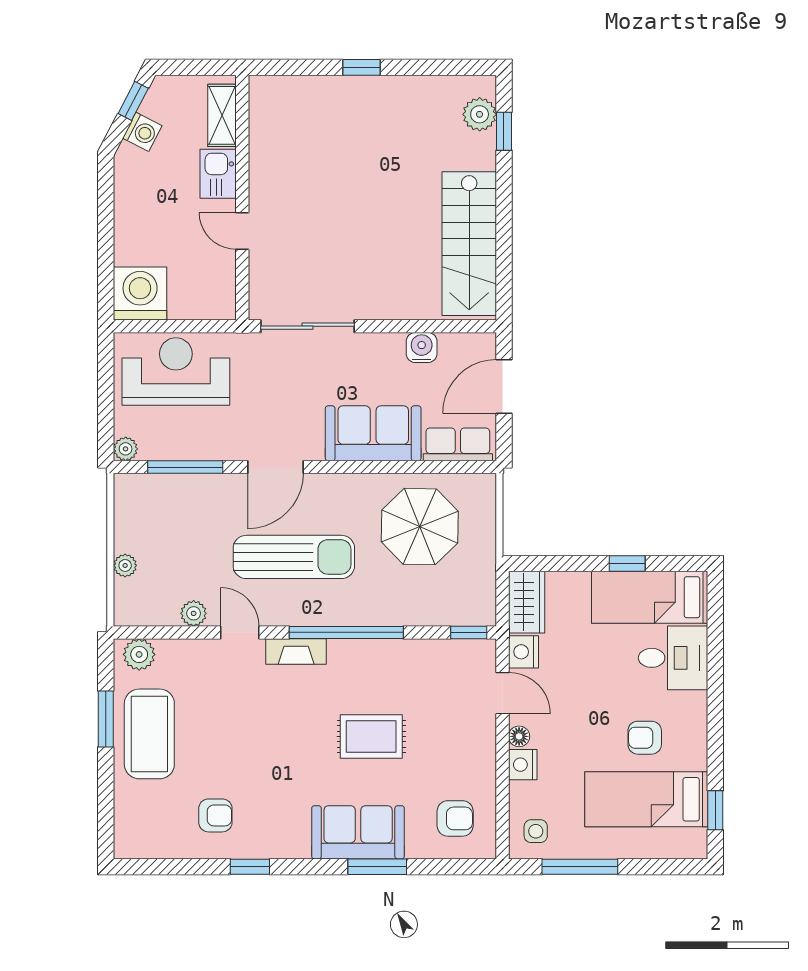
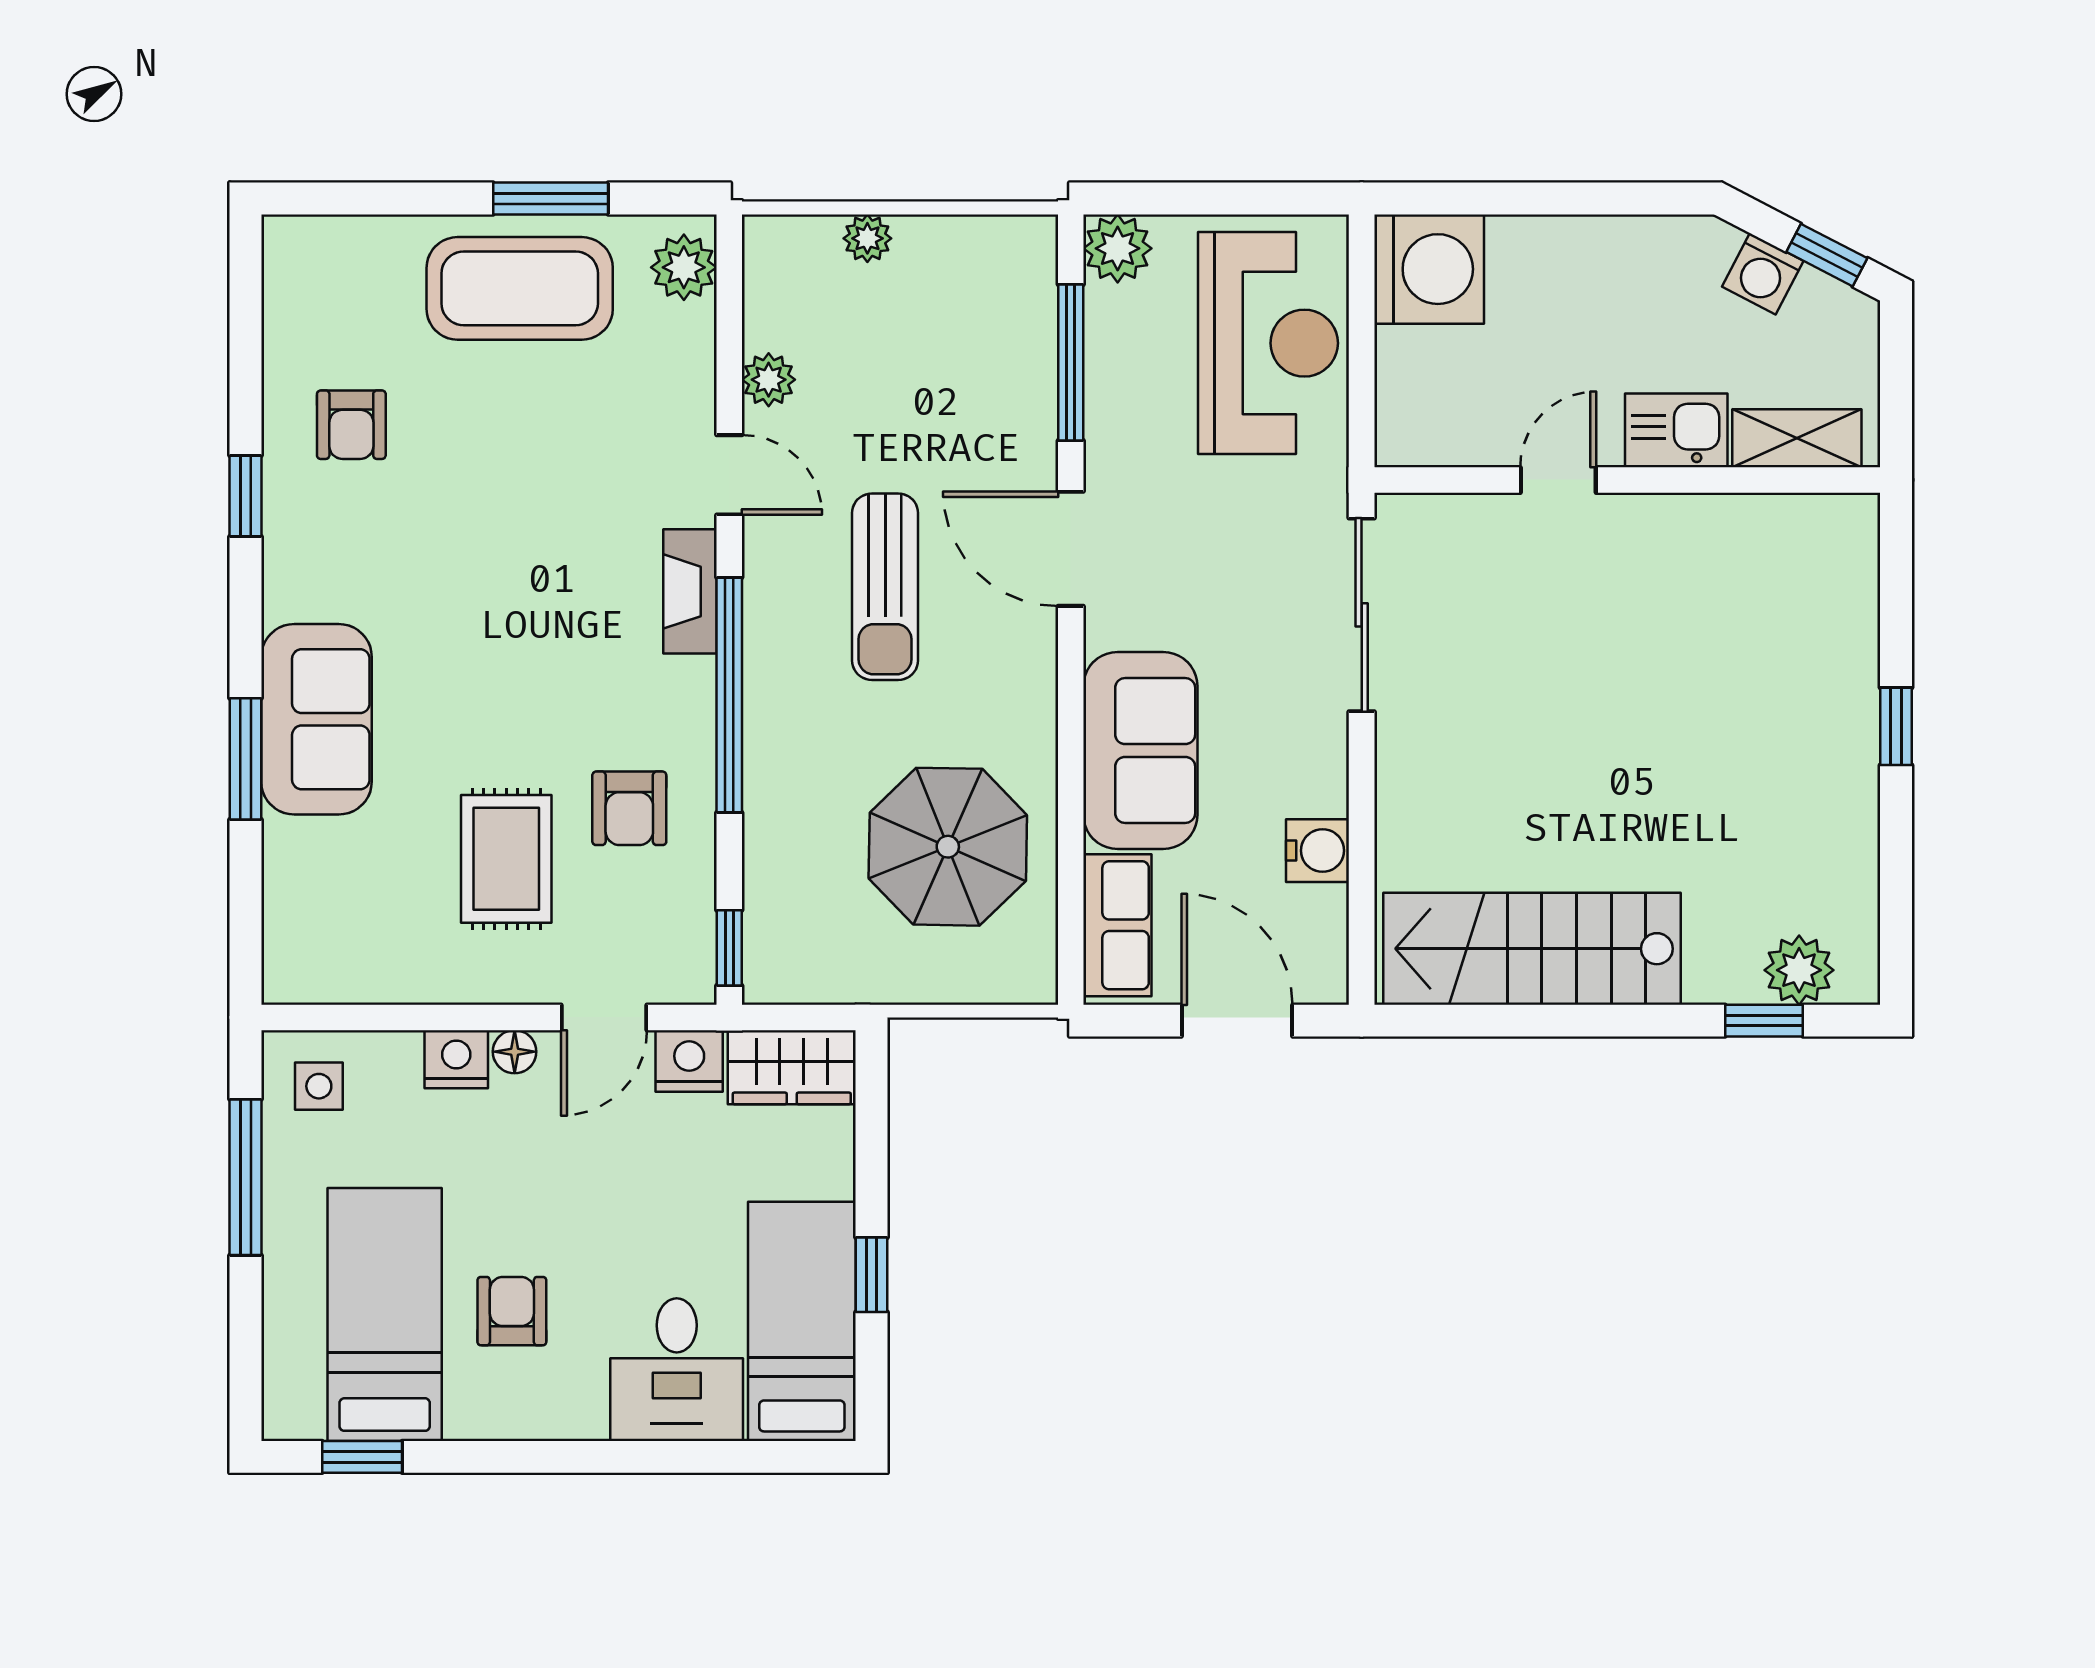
plant: (126, 449) -> (1118, 248), width x1.38, depth x1.38
sun lounger: (294, 557) -> (885, 587), width x0.73, depth x0.75
door: (240, 632) -> (729, 475), hinge flipped
rug: (371, 736) -> (506, 859), moved
armchair: (455, 818) -> (629, 808), moved

